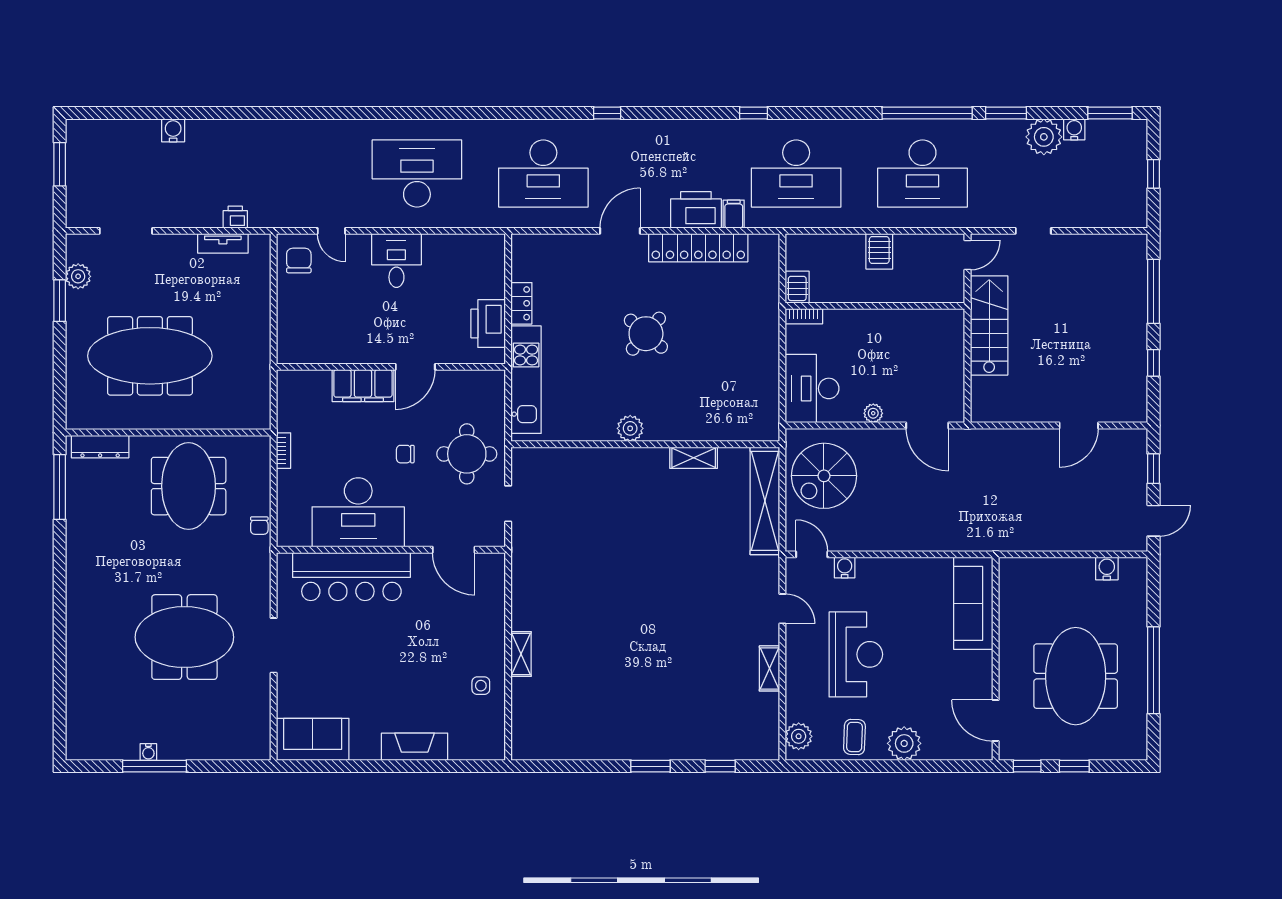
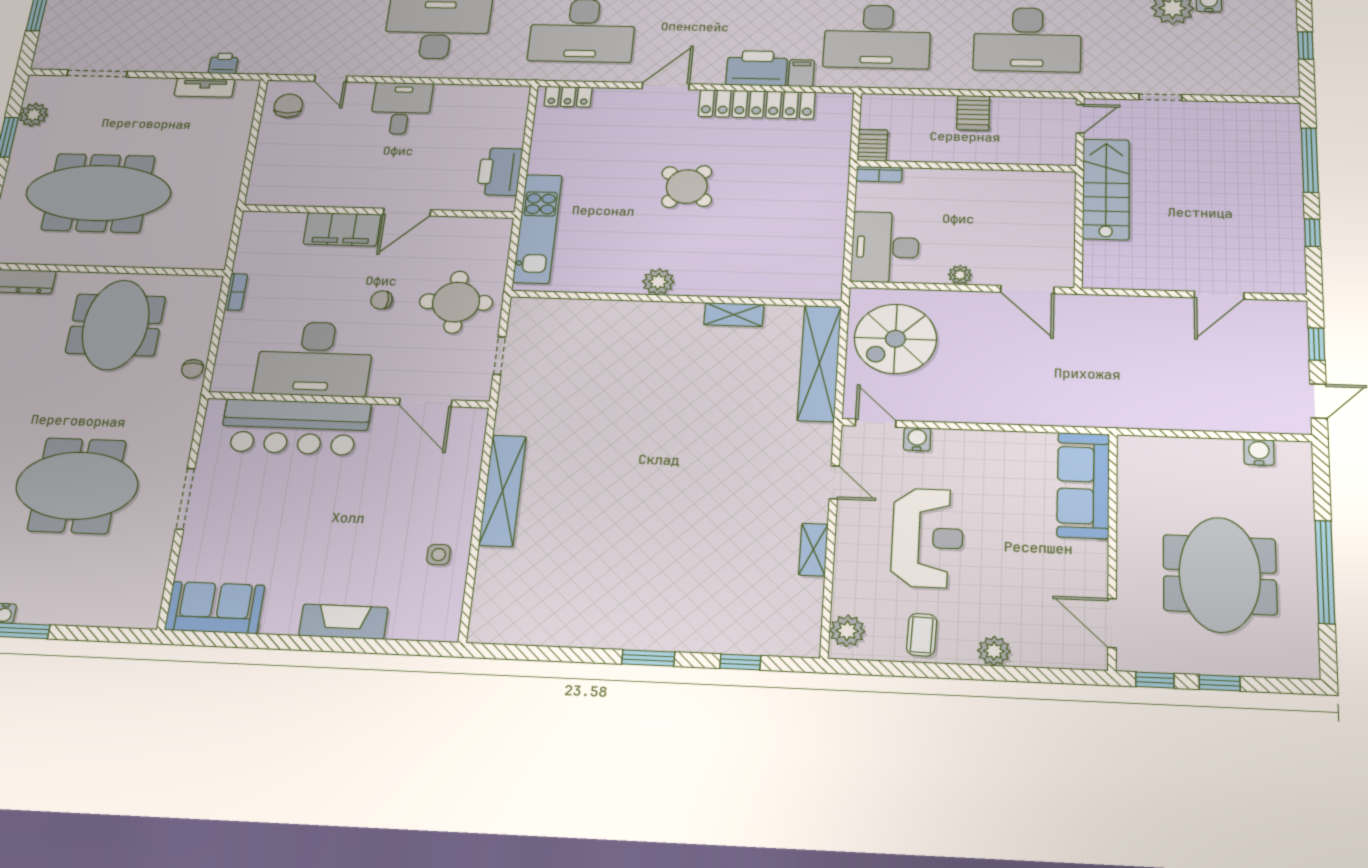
locker: (521, 303) -> (568, 97), moved, turned 90
shelving: (521, 654) -> (503, 491), width x2.20, depth x1.33
plant: (904, 743) -> (994, 651), width x0.73, depth x0.73

